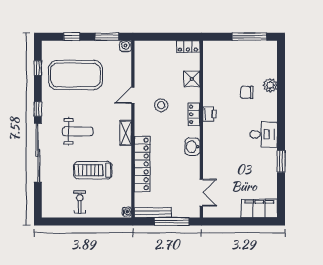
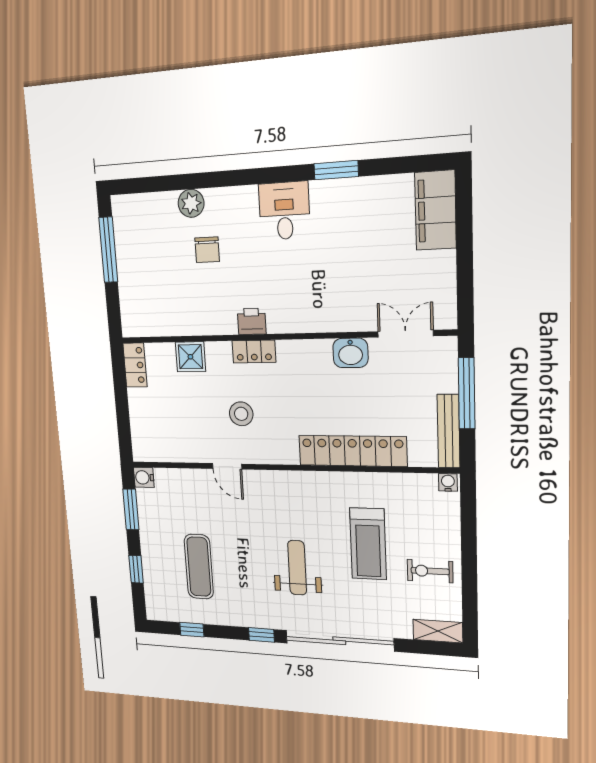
exercise mat: (75, 75) -> (199, 567), width x0.50, depth x0.69
shelving: (126, 133) -> (438, 631), moved
washbasin: (192, 147) -> (350, 353), moved

